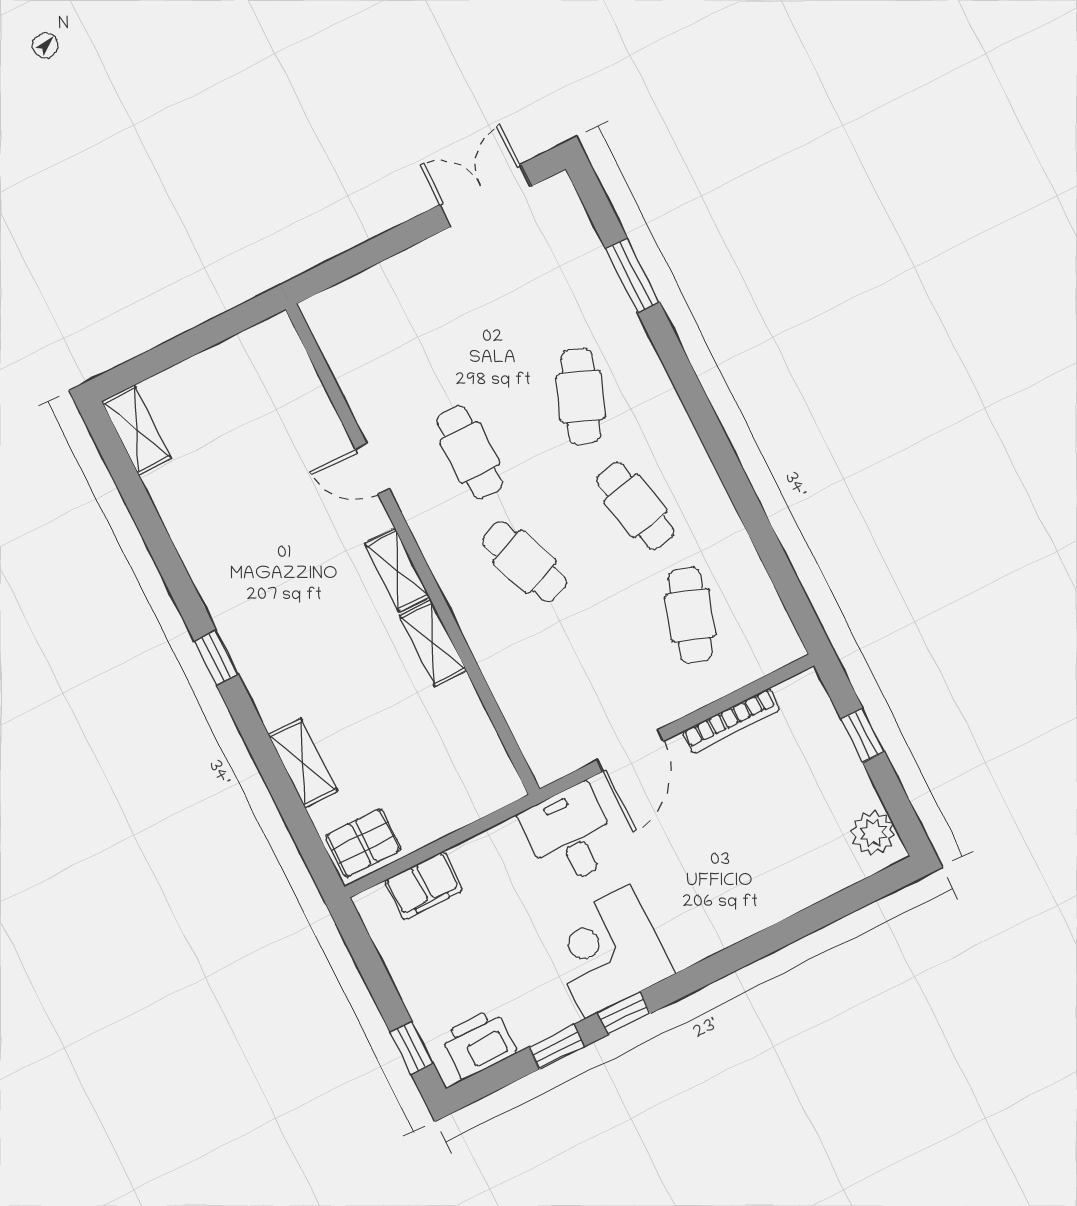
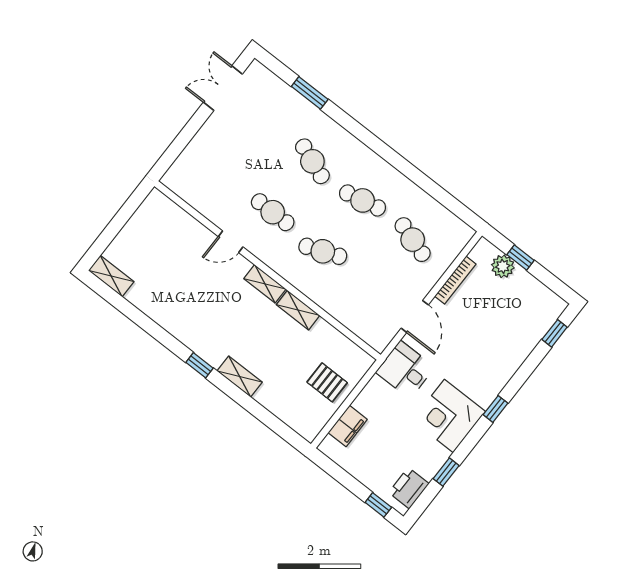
shelving: (303, 763) -> (240, 376), moved
plant: (873, 833) -> (503, 266), moved
pallet: (363, 843) -> (327, 382), moved, turned 90
window: (860, 895) -> (555, 333), added
window: (624, 1013) -> (495, 409), moved

